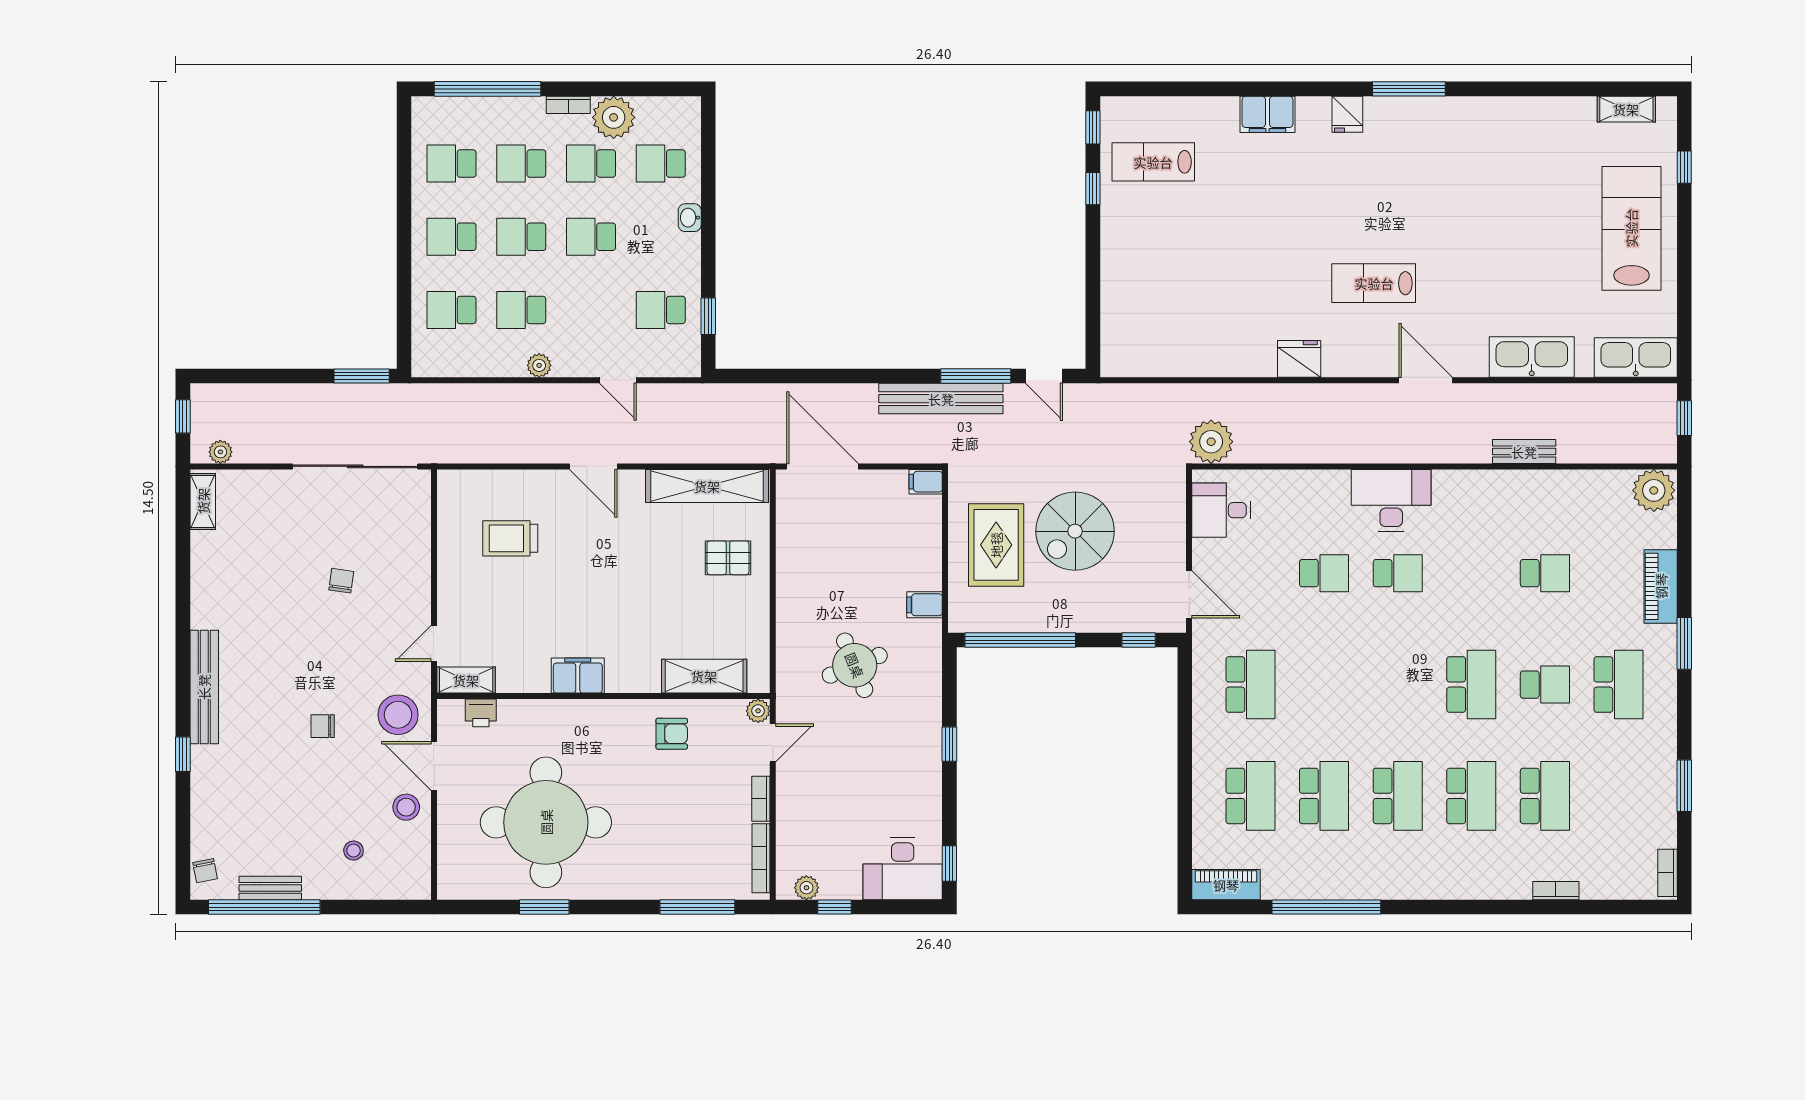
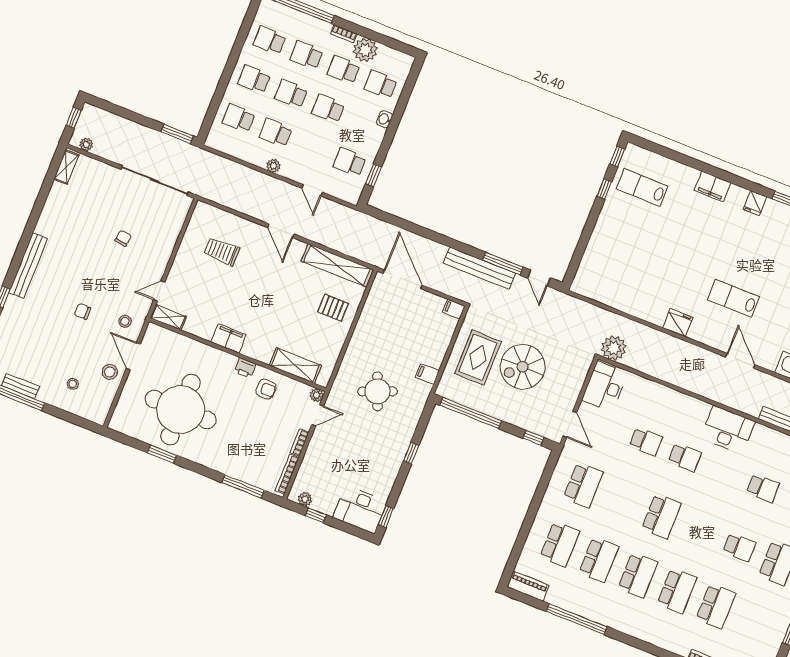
desk: (1391, 500) -> (728, 430), moved
desk: (1221, 510) -> (605, 386), width x1.37
school desk: (1471, 685) -> (661, 516), moved
printer: (481, 713) -> (245, 368), moved
stool: (398, 715) -> (125, 321), width x0.53, depth x0.53

